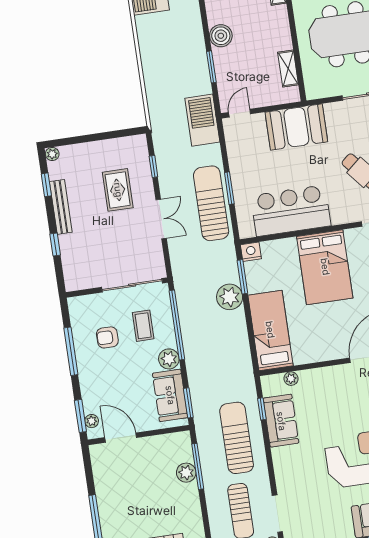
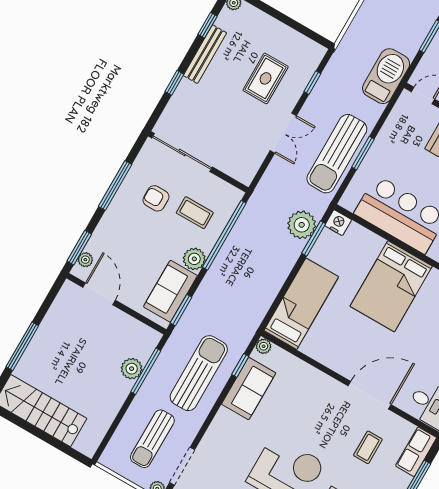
sun lounger: (211, 203) -> (337, 154), turned 180
sliding door: (132, 285) -> (182, 153), moved
plant: (230, 297) -> (302, 225), moved
coffee table: (143, 326) -> (195, 213), turned 90
plant: (291, 379) -> (264, 346), moved

